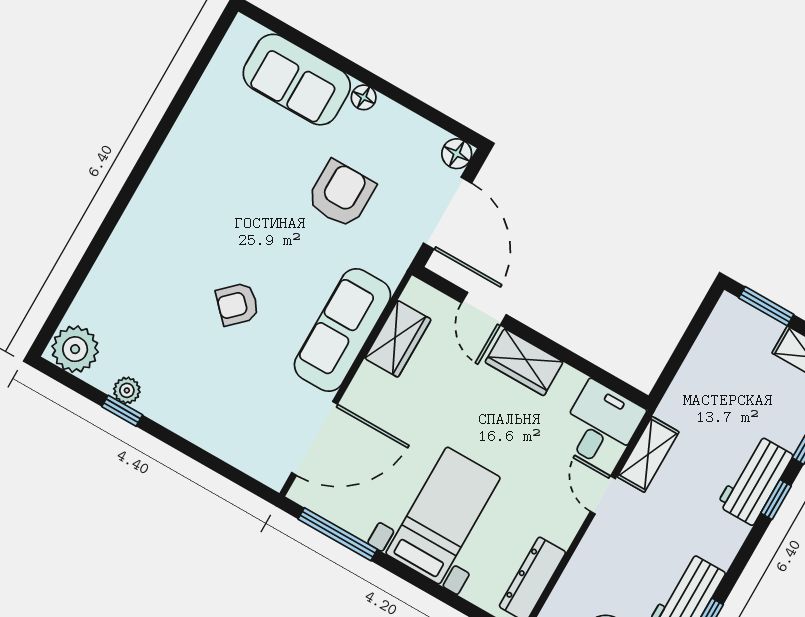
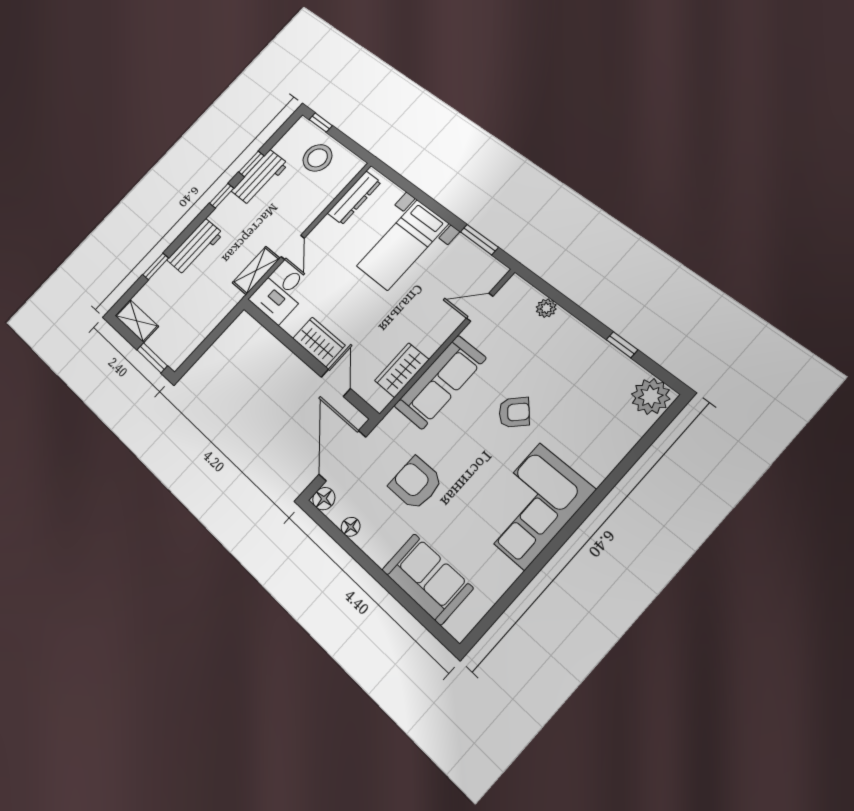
floor lamp: (364, 97) -> (351, 527), moved
corner sofa: (189, 191) -> (532, 506), added
armchair: (341, 194) -> (416, 483), turned 90
plant: (127, 390) -> (546, 308), moved
door: (315, 438) -> (480, 307), width x0.53
window: (776, 499) -> (222, 196), moved
window: (338, 534) -> (479, 240), width x0.69

